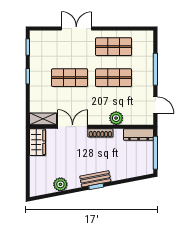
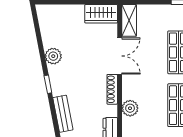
bench: (95, 179) -> (63, 114), moved
plant: (60, 184) -> (53, 56), moved

